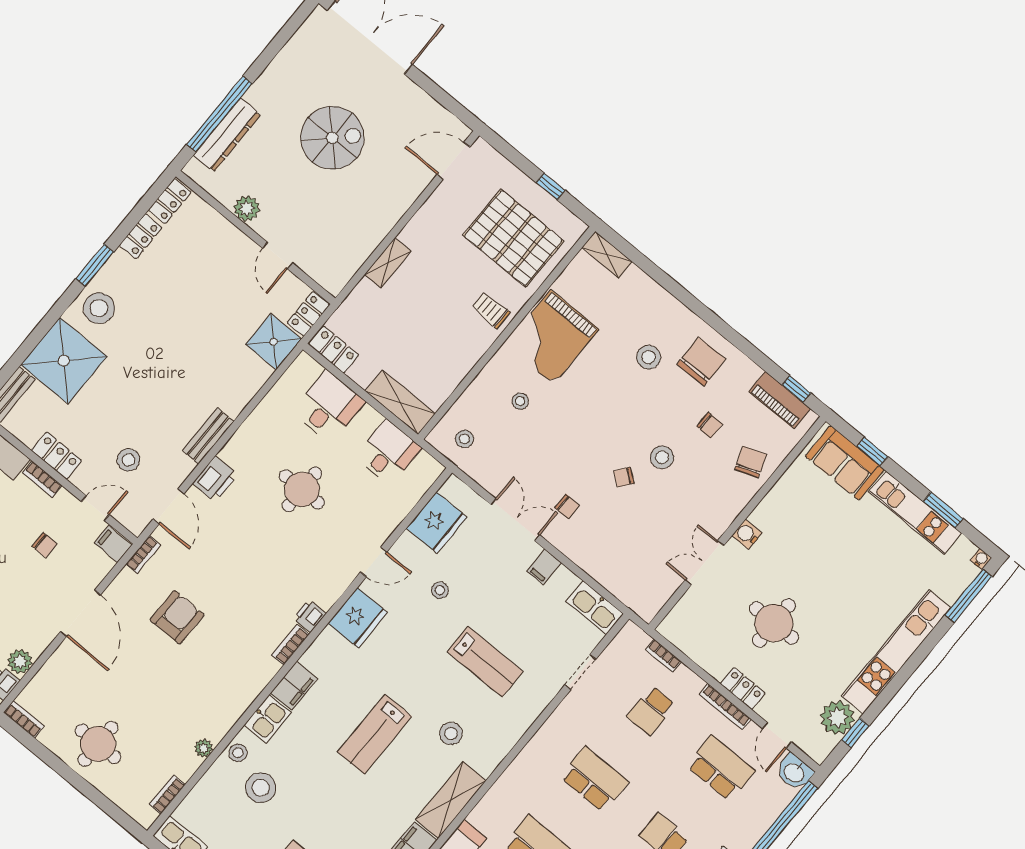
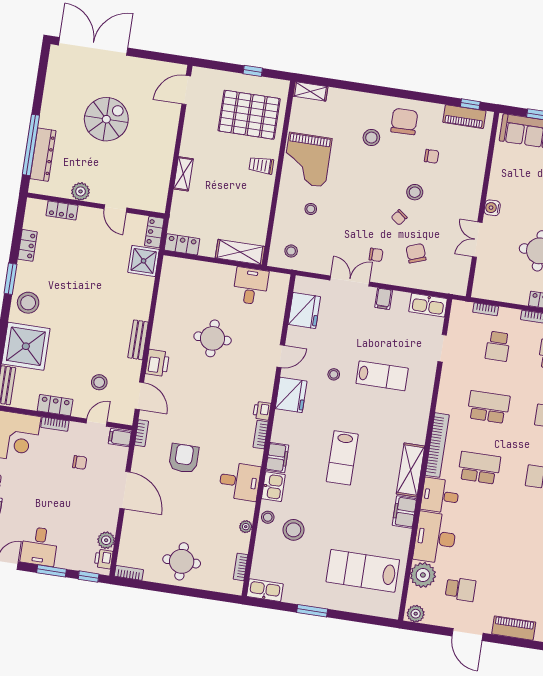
locker: (170, 201) -> (62, 210), moved, turned 90
desk: (328, 406) -> (240, 481), moved, turned 90
chair: (751, 462) -> (416, 253), moved
stool: (440, 590) -> (334, 374), moved
stool: (451, 734) -> (387, 431), removed
bookcase: (502, 789) -> (437, 445), added

